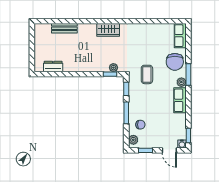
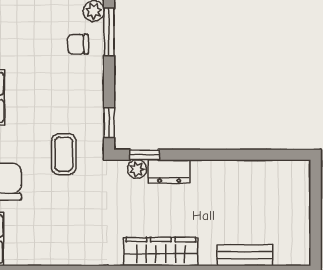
wardrobe: (108, 30) -> (161, 252), width x1.50
dresser: (53, 67) -> (169, 171), moved
window: (126, 113) -> (109, 32), moved

